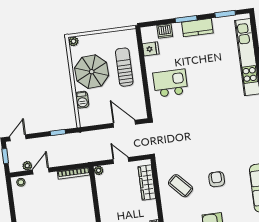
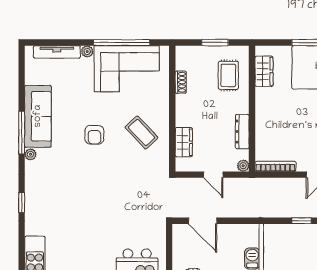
window: (58, 133) -> (302, 221), moved
wardrobe: (147, 183) -> (184, 142), width x0.67
dresser: (103, 197) -> (242, 132), added

